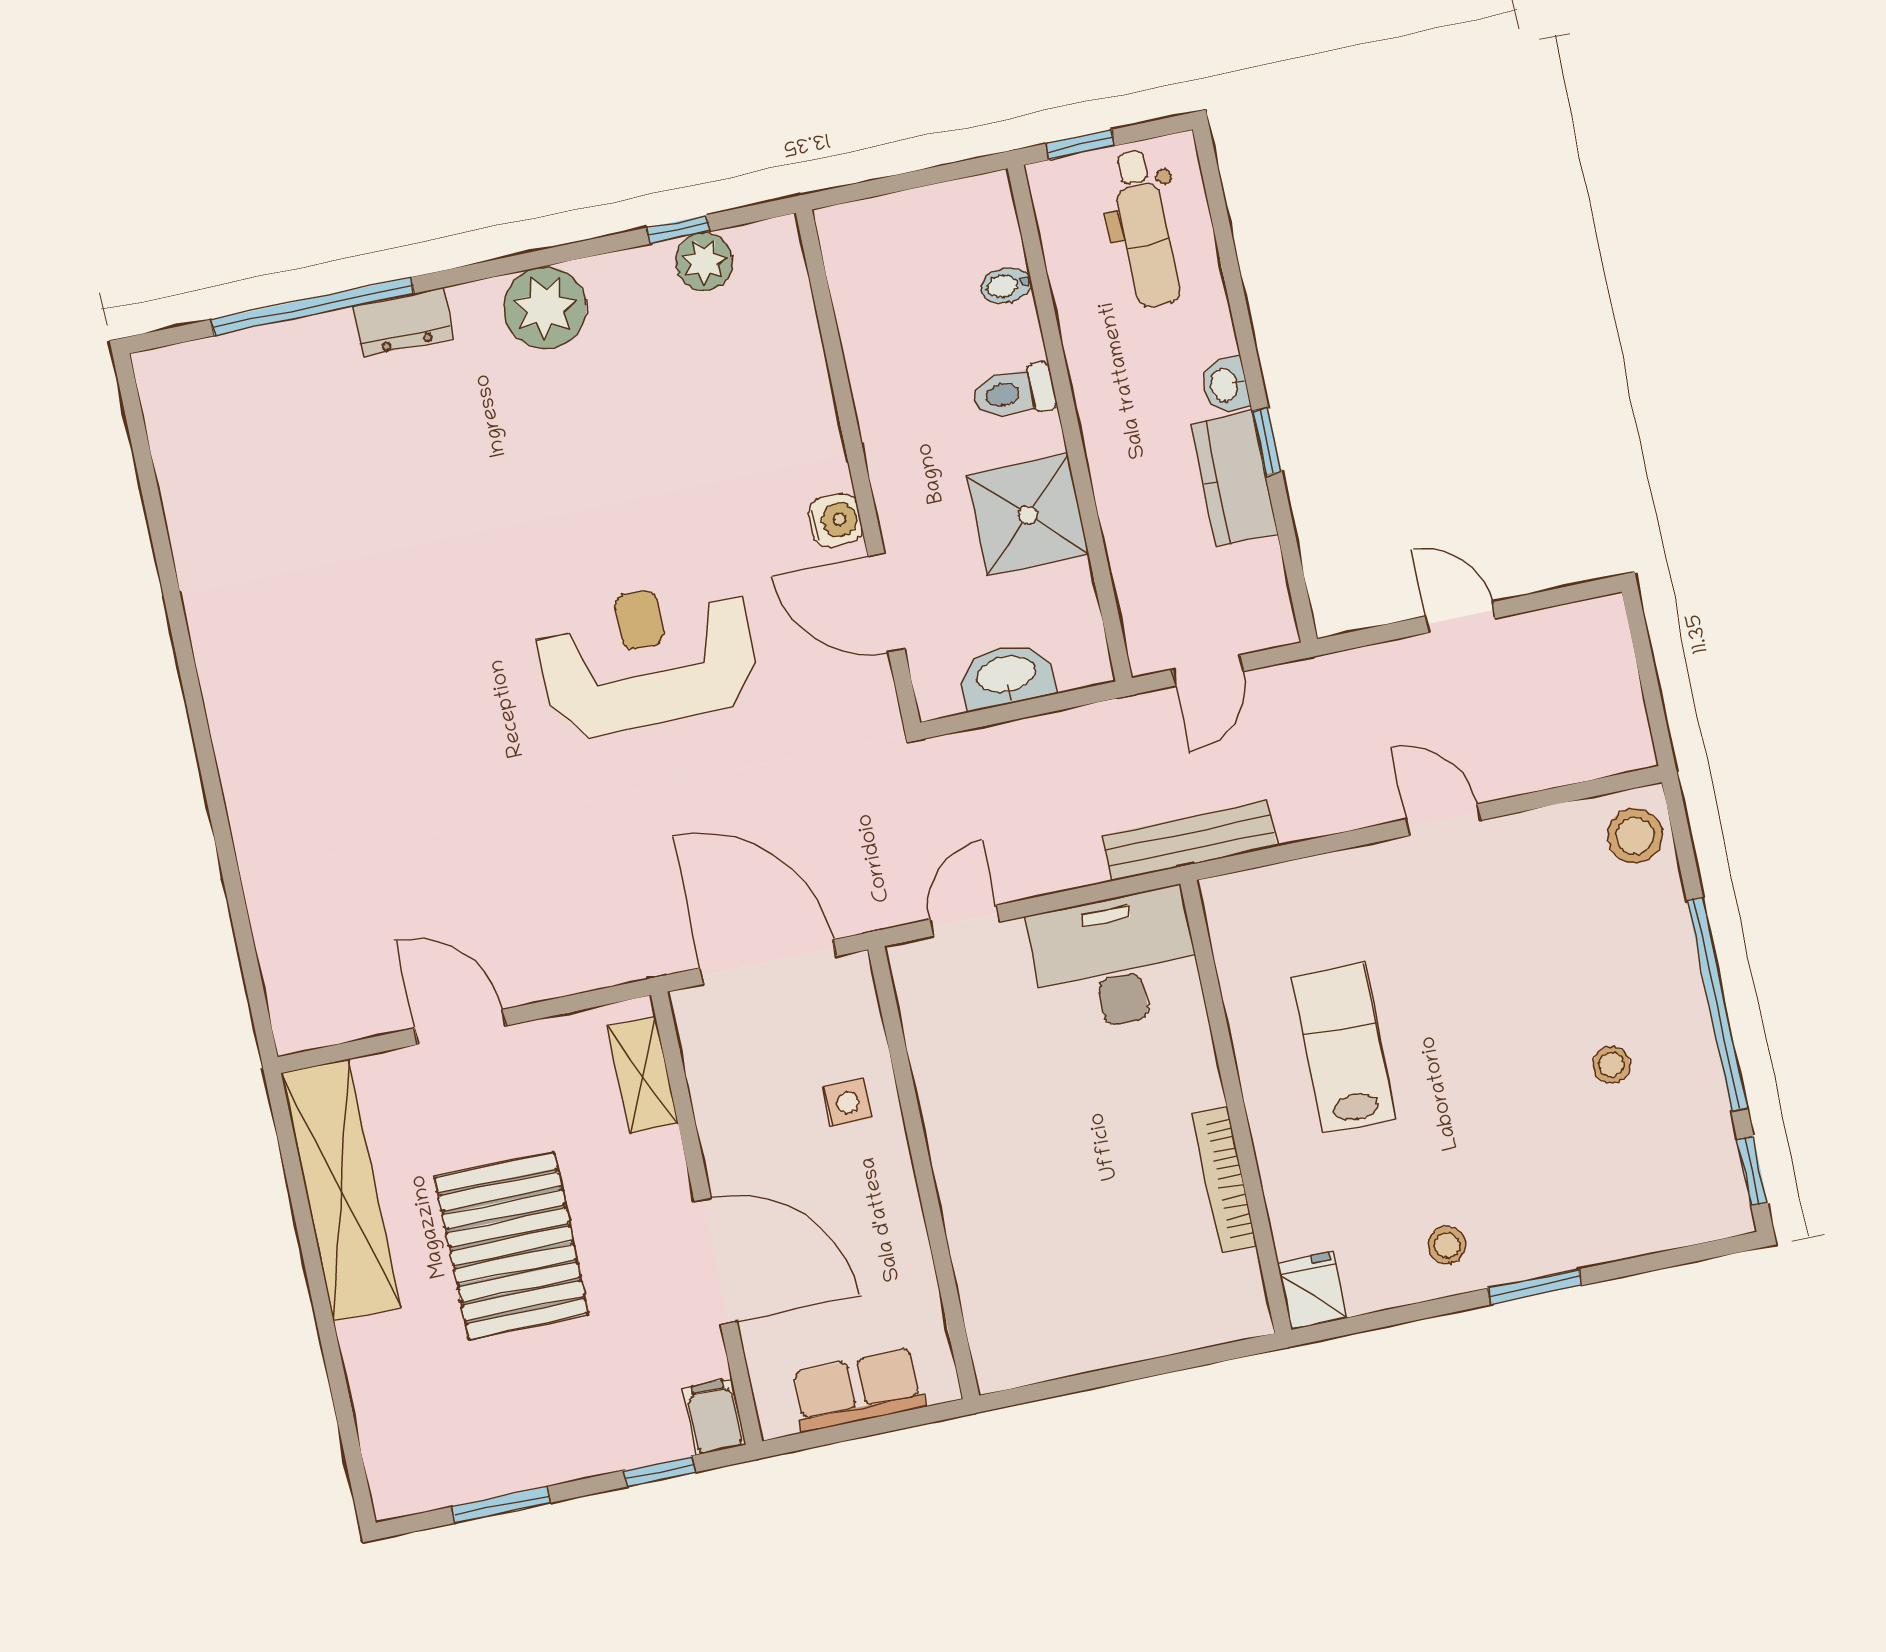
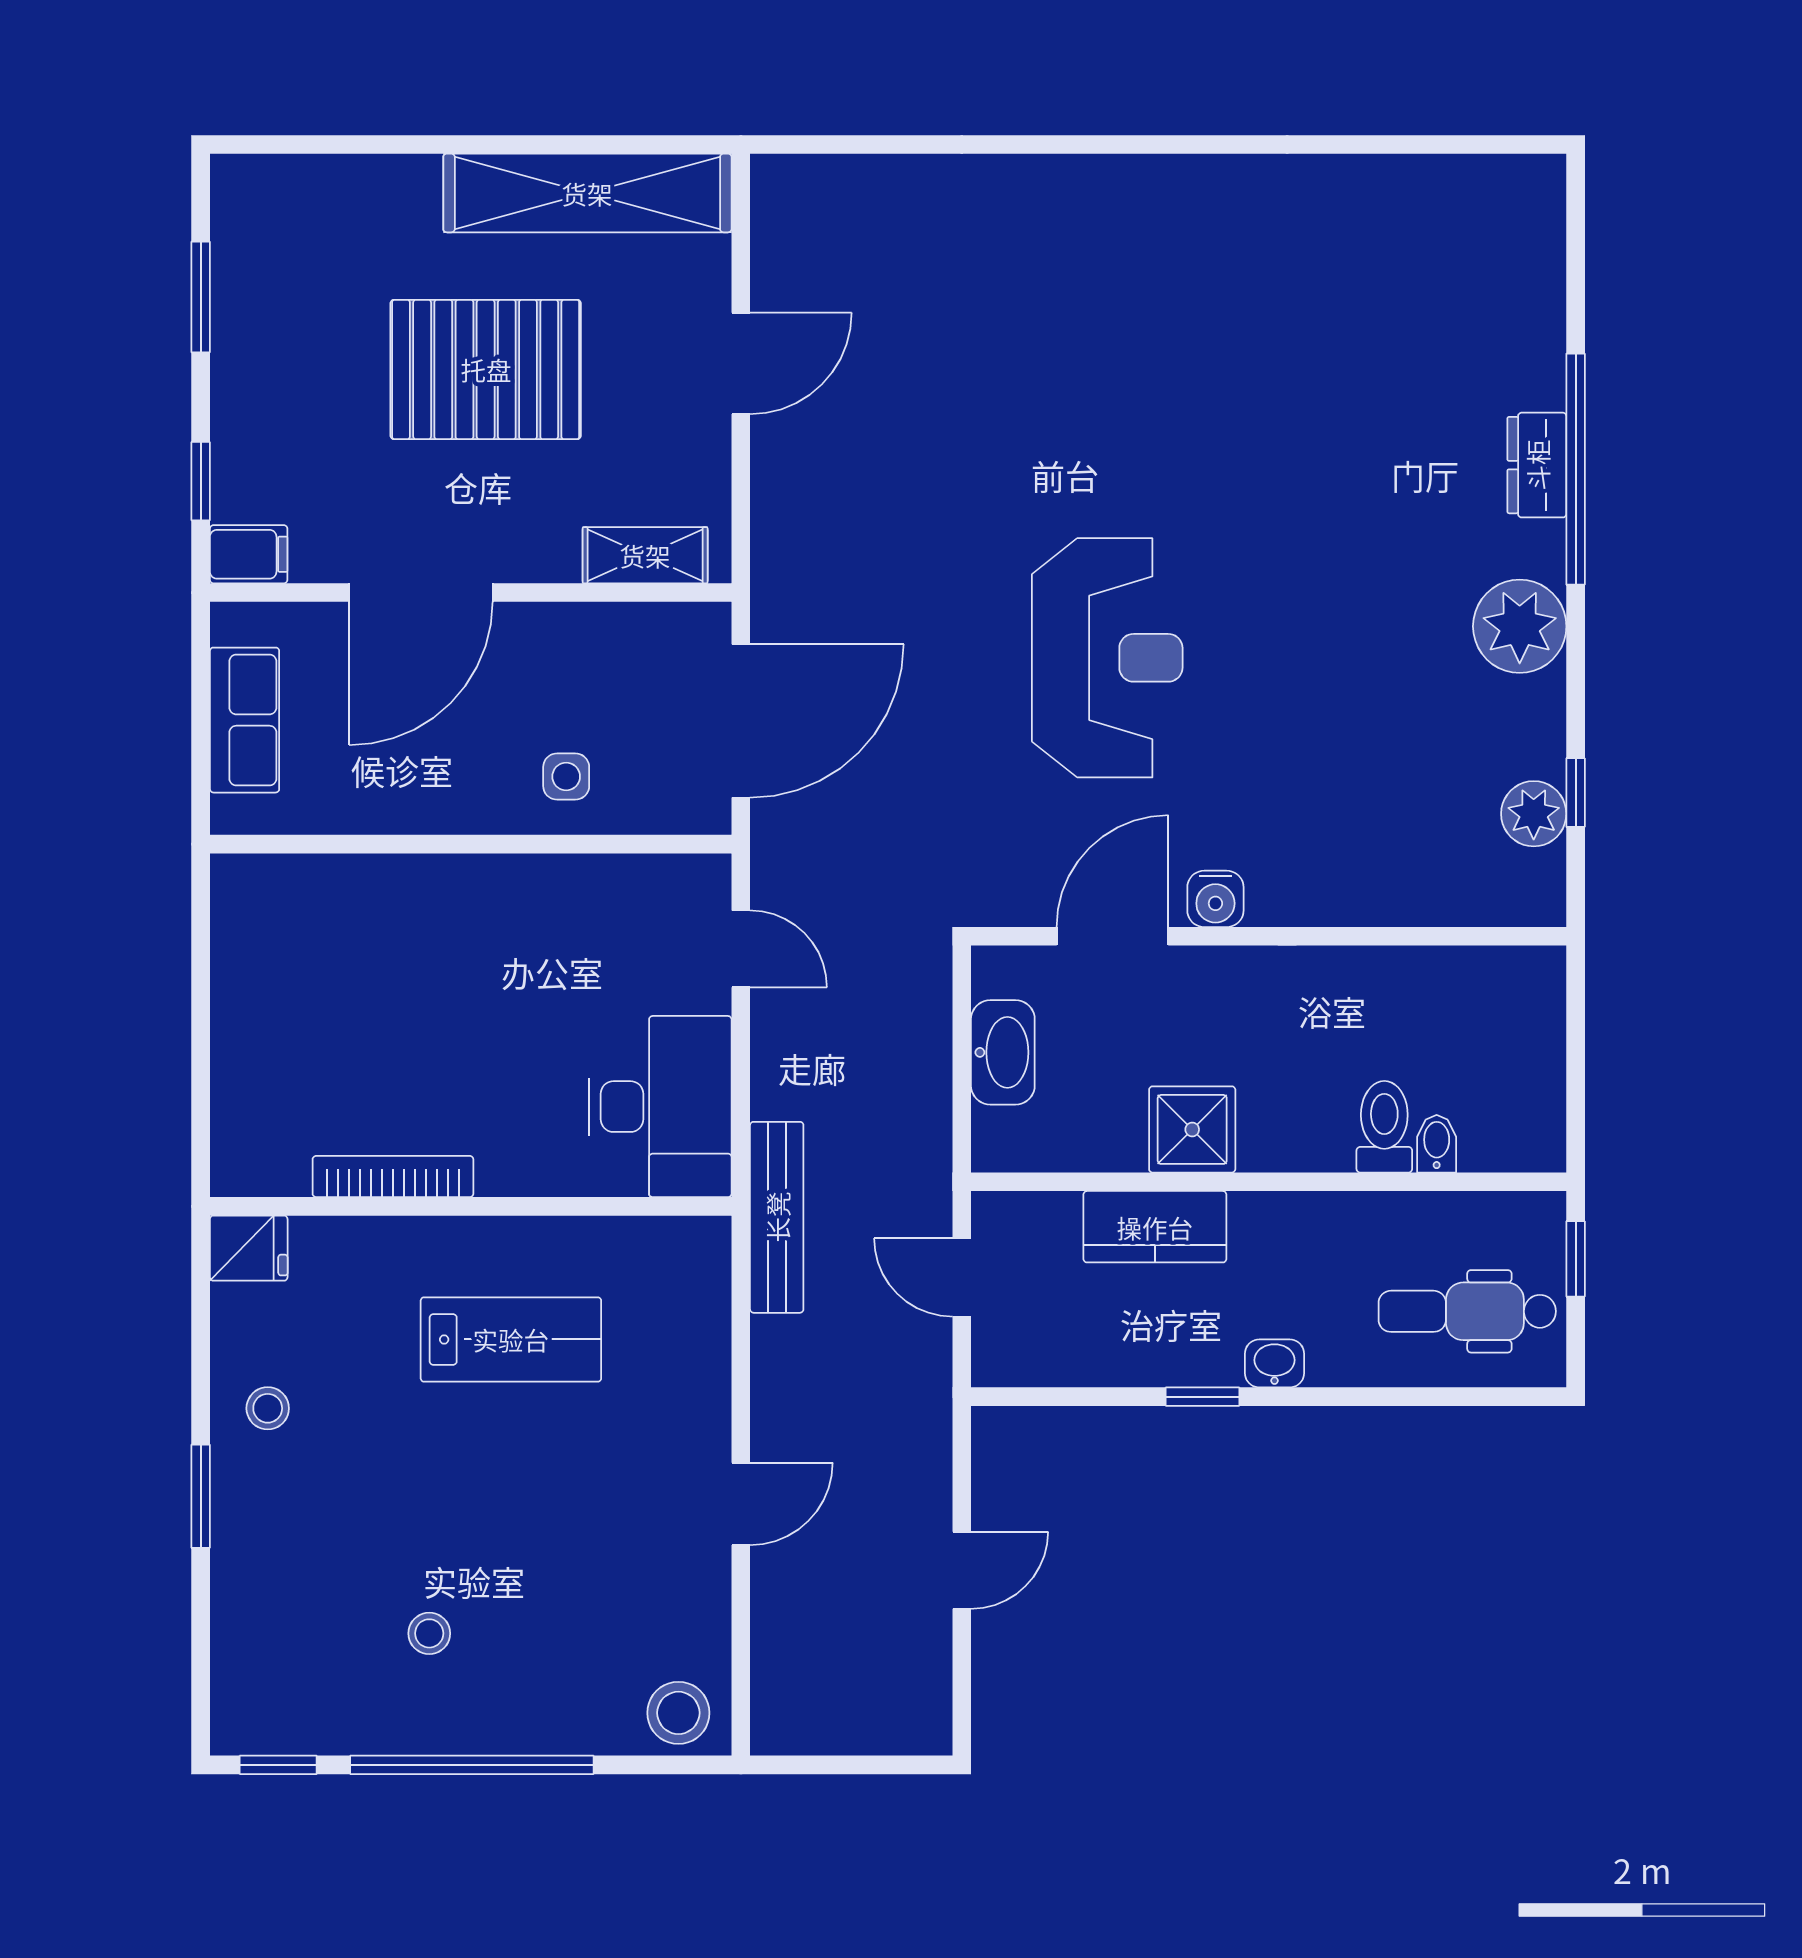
window: (312, 306) -> (1576, 469), moved
toilet: (1014, 393) -> (1384, 1127), moved
kitchen counter: (1234, 479) -> (1155, 1227), moved, turned 180
shower: (1028, 515) -> (1192, 1129), width x0.73, depth x0.73

